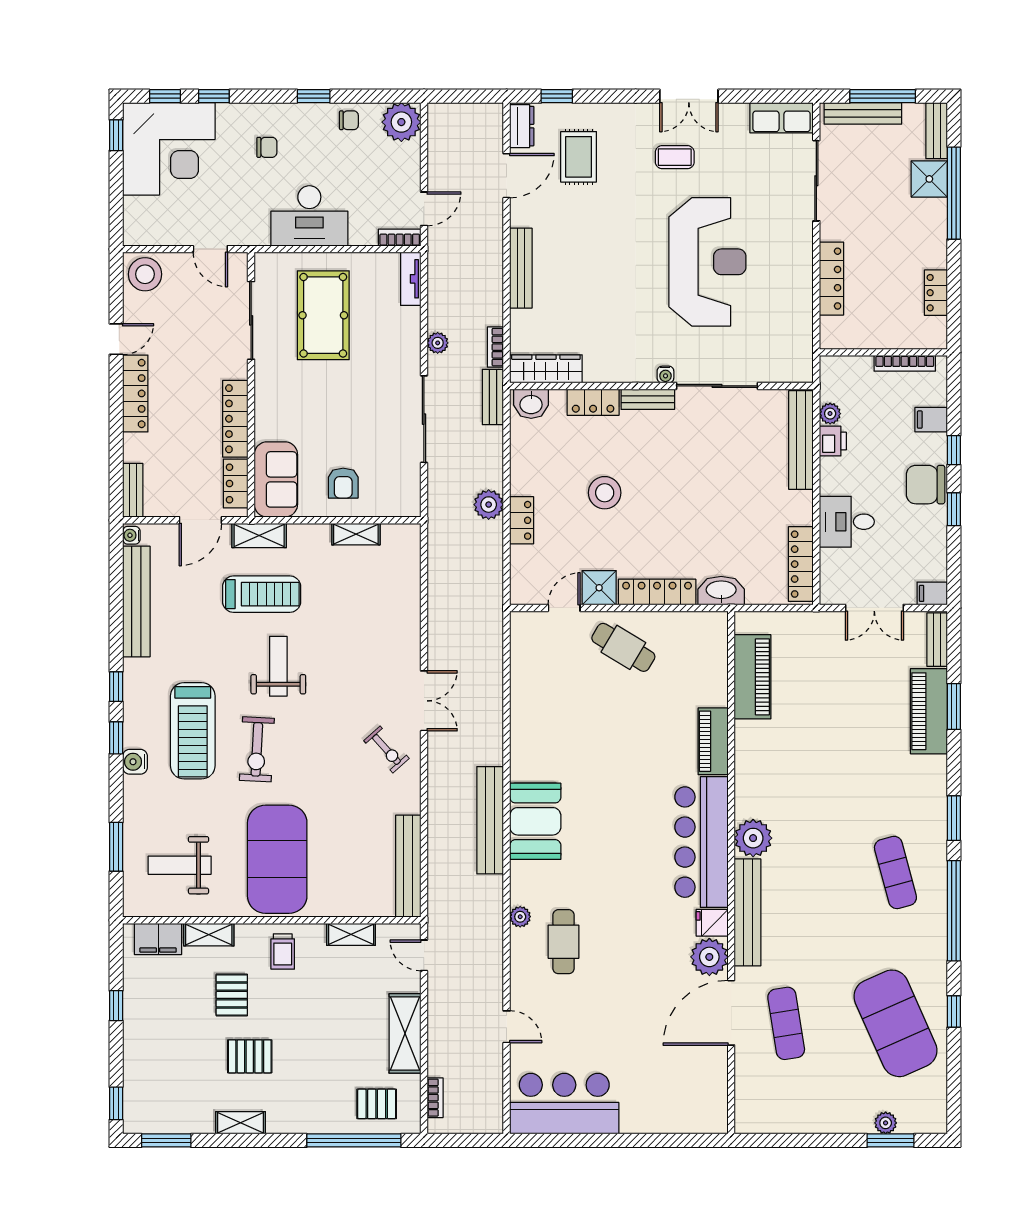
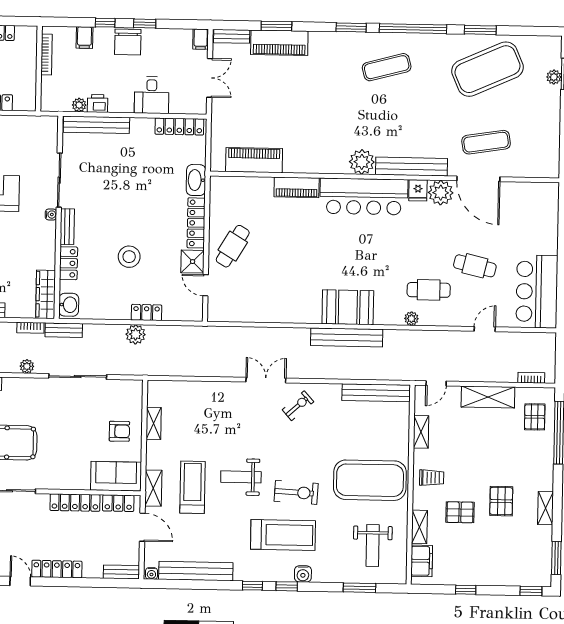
cafe table: (601, 1010) -> (475, 266), added
window: (954, 1011) -> (480, 30), width x1.50

